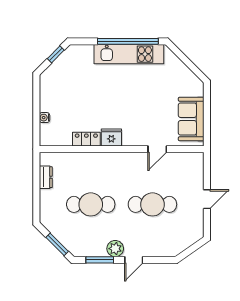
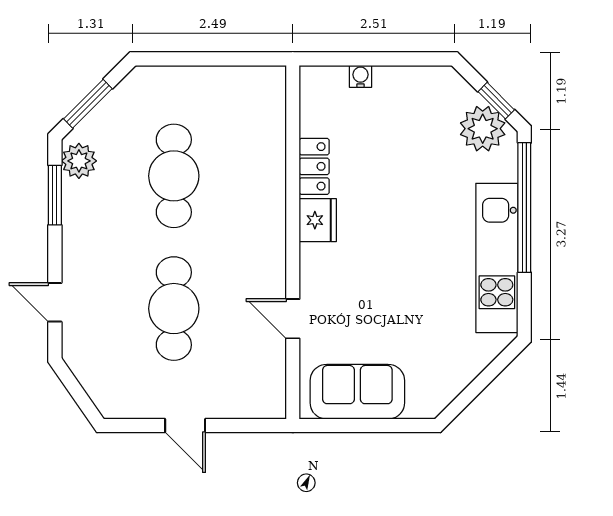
window: (128, 41) -> (524, 208), moved
plant: (69, 61) -> (483, 129), added
dresser: (46, 177) -> (232, 79), removed
plant: (115, 249) -> (79, 161), moved
door: (134, 260) -> (55, 302), moved

